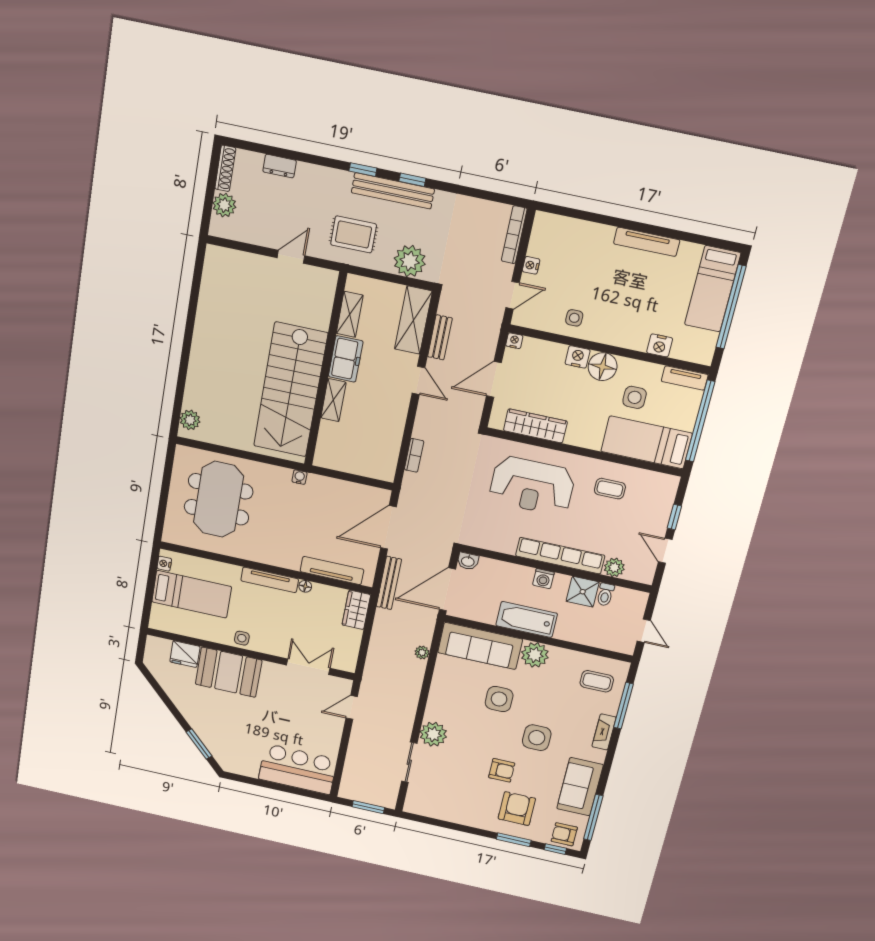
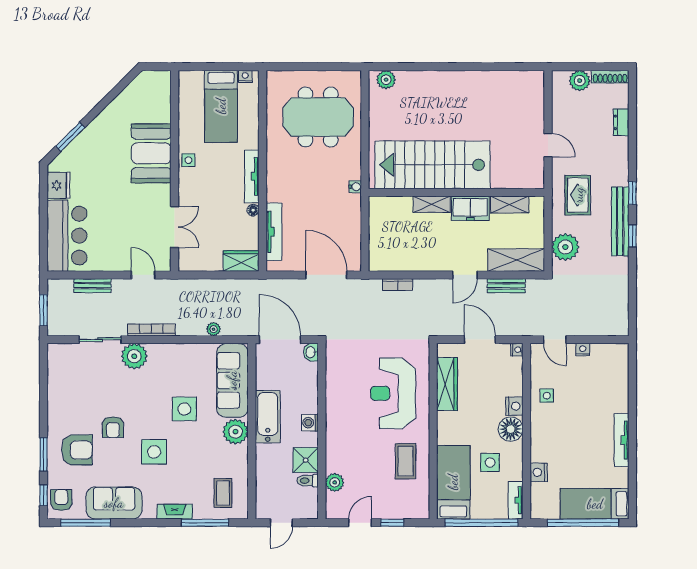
bookcase: (514, 235) -> (151, 330), moved
coffee table: (610, 489) -> (405, 461), width x1.36, depth x1.30
row of seats: (560, 556) -> (335, 432), removed
bench: (389, 583) -> (92, 286), moved, width x0.73
fridge: (185, 654) -> (58, 185), moved, turned 180

